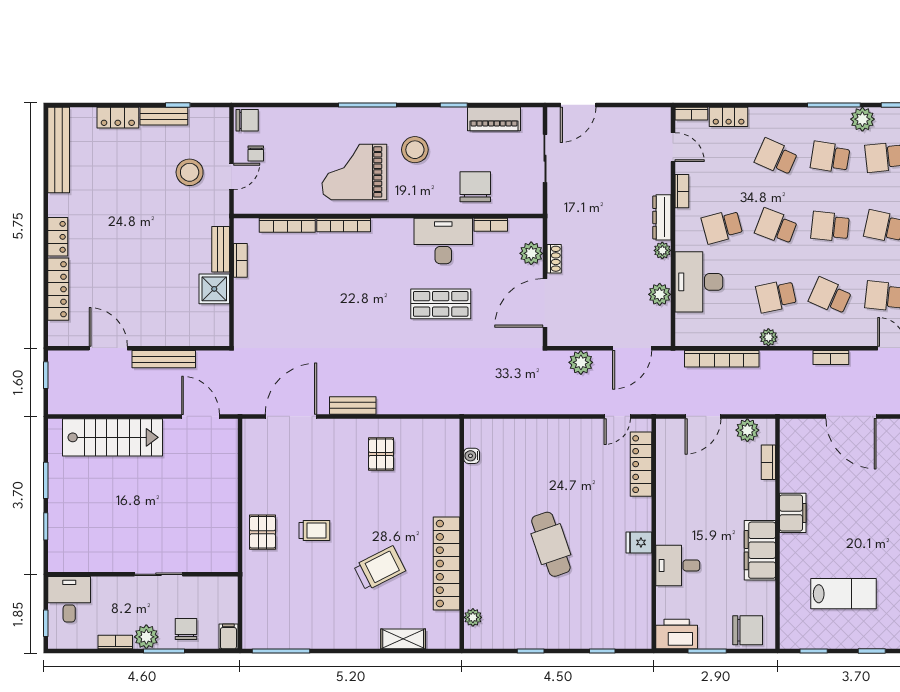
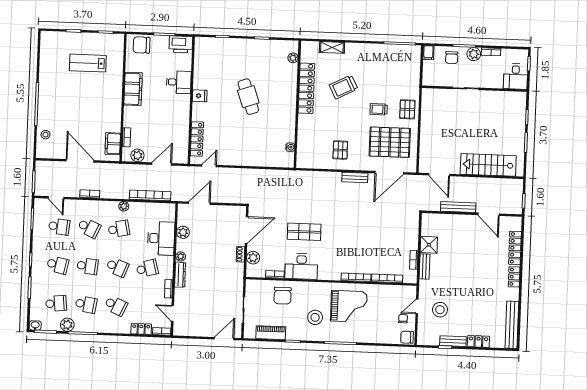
plant: (581, 362) -> (228, 196), removed
pallet: (292, 472) -> (390, 142), added
filing cabinet: (793, 513) -> (113, 144), moved

